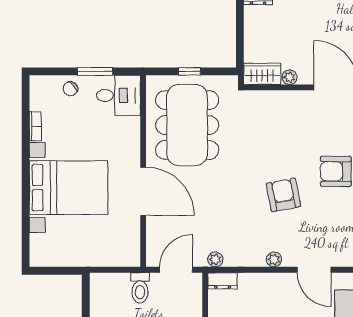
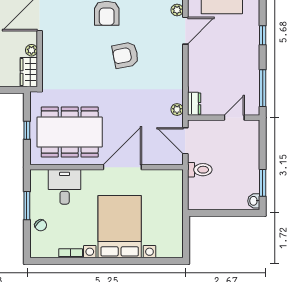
desk: (118, 95) -> (65, 187), moved
plant: (274, 259) -> (177, 10), moved

